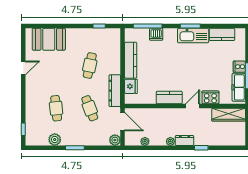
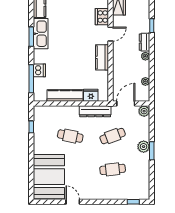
booth: (49, 39) -> (49, 177), width x1.36, depth x1.42
door: (193, 106) -> (110, 34), swing flipped
plant: (55, 140) -> (144, 147), moved

